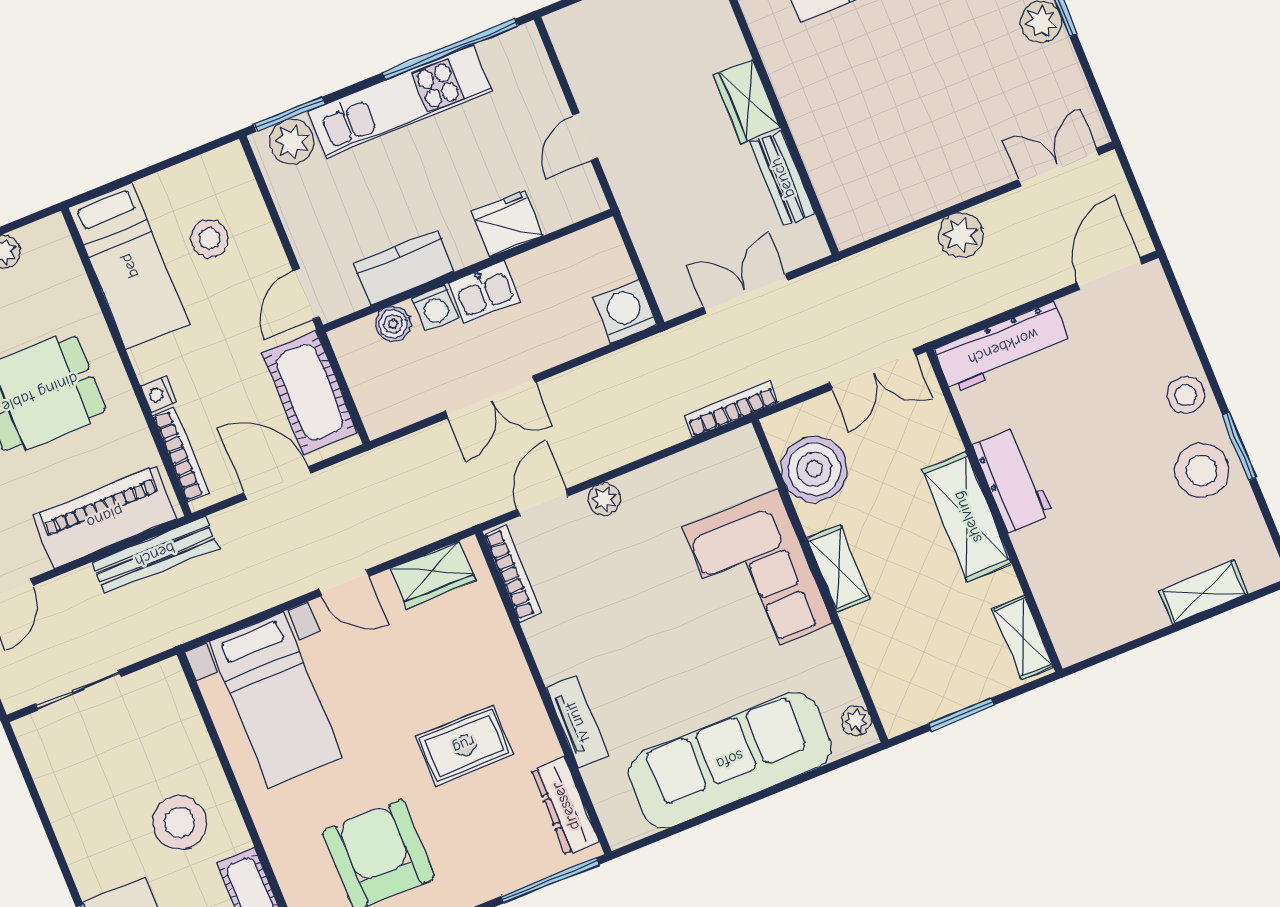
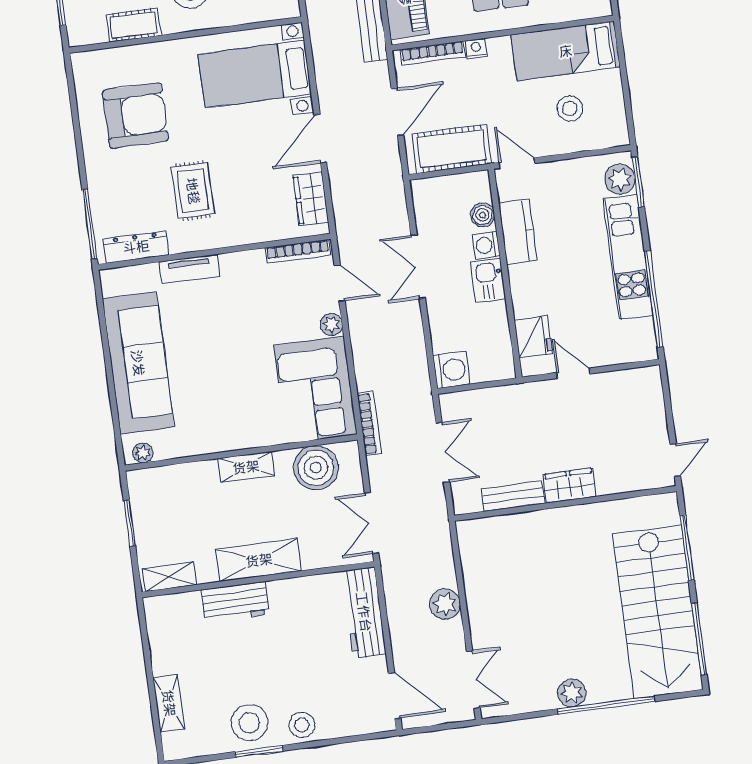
fridge: (507, 224) -> (533, 337), moved
workbench: (1013, 480) -> (235, 602), moved
corner sofa: (757, 575) -> (315, 390), moved, turned -90
door: (344, 583) -> (320, 139), width x1.38

